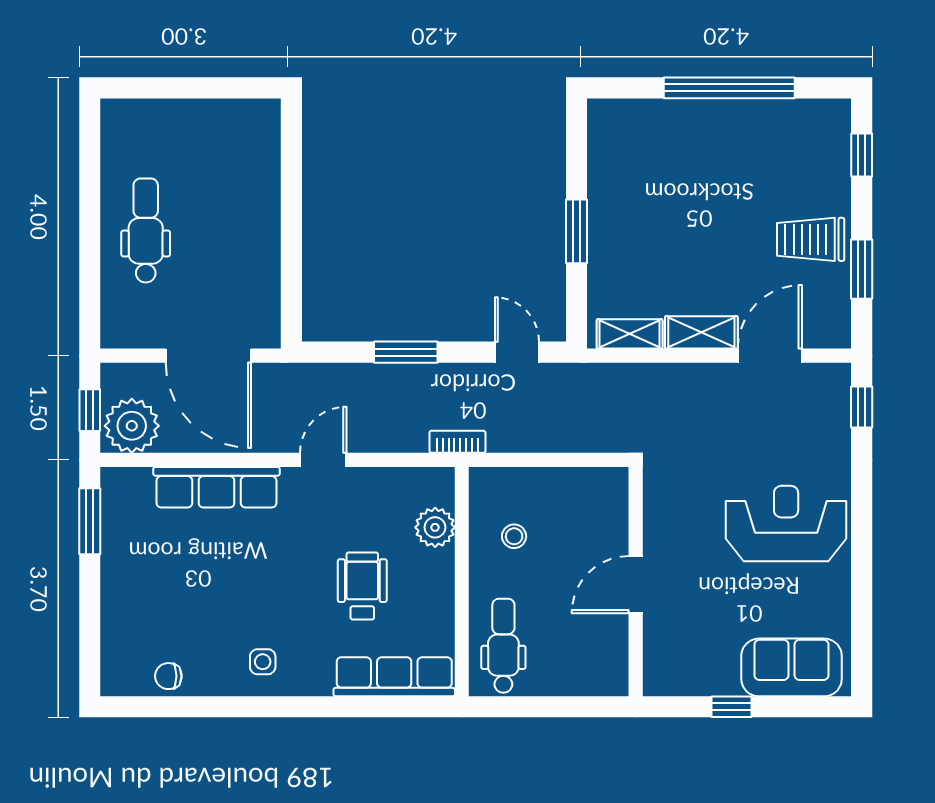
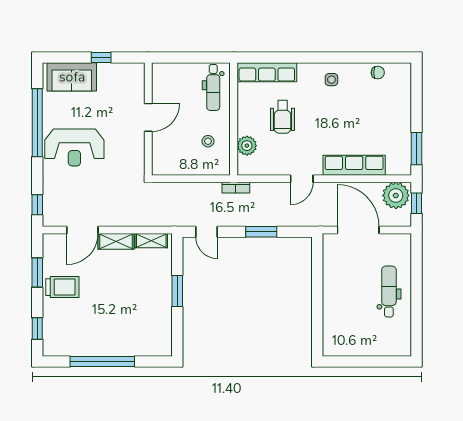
dental chair: (146, 230) -> (389, 291), turned 180
window: (862, 574) -> (37, 123), added

